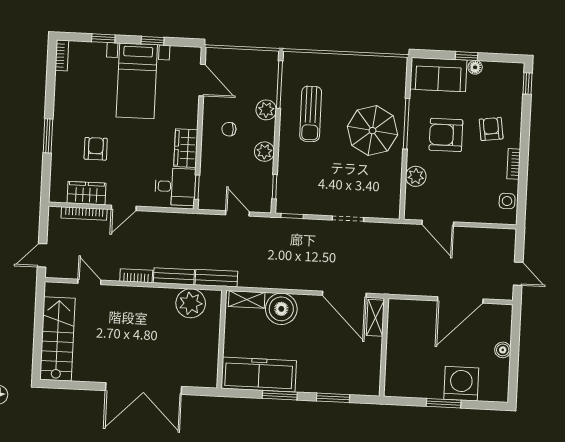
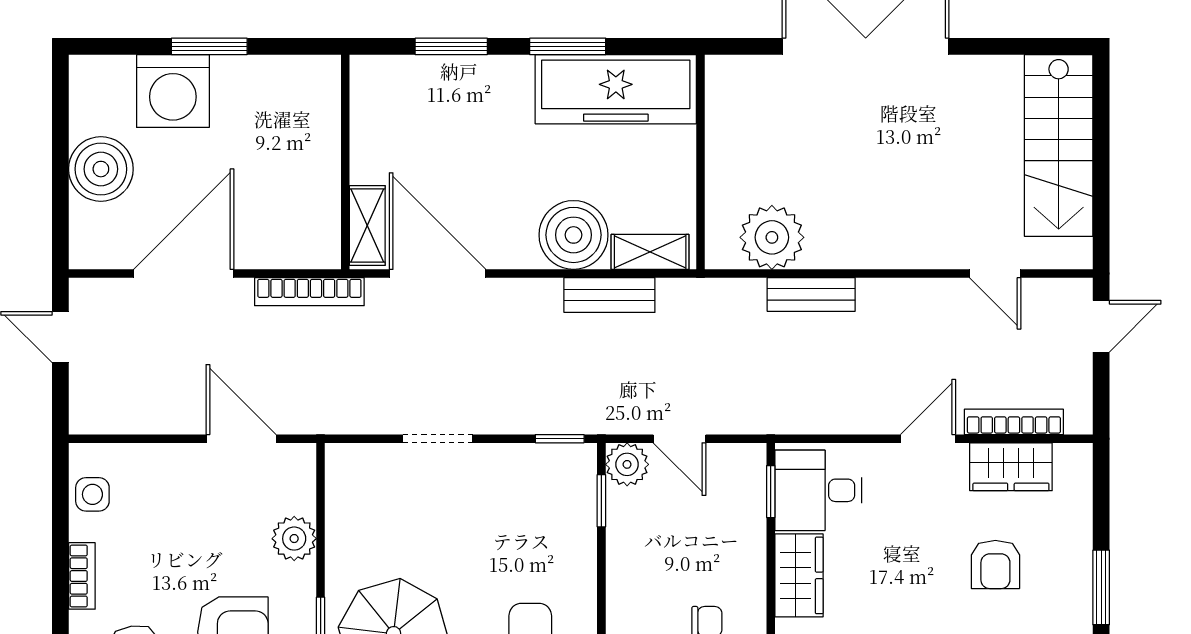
plant: (264, 152) -> (627, 464), moved
bookcase: (136, 276) -> (309, 292), moved, width x1.56
bench: (216, 278) -> (609, 295), moved
boiler: (503, 350) -> (101, 169), width x1.86, depth x1.86

